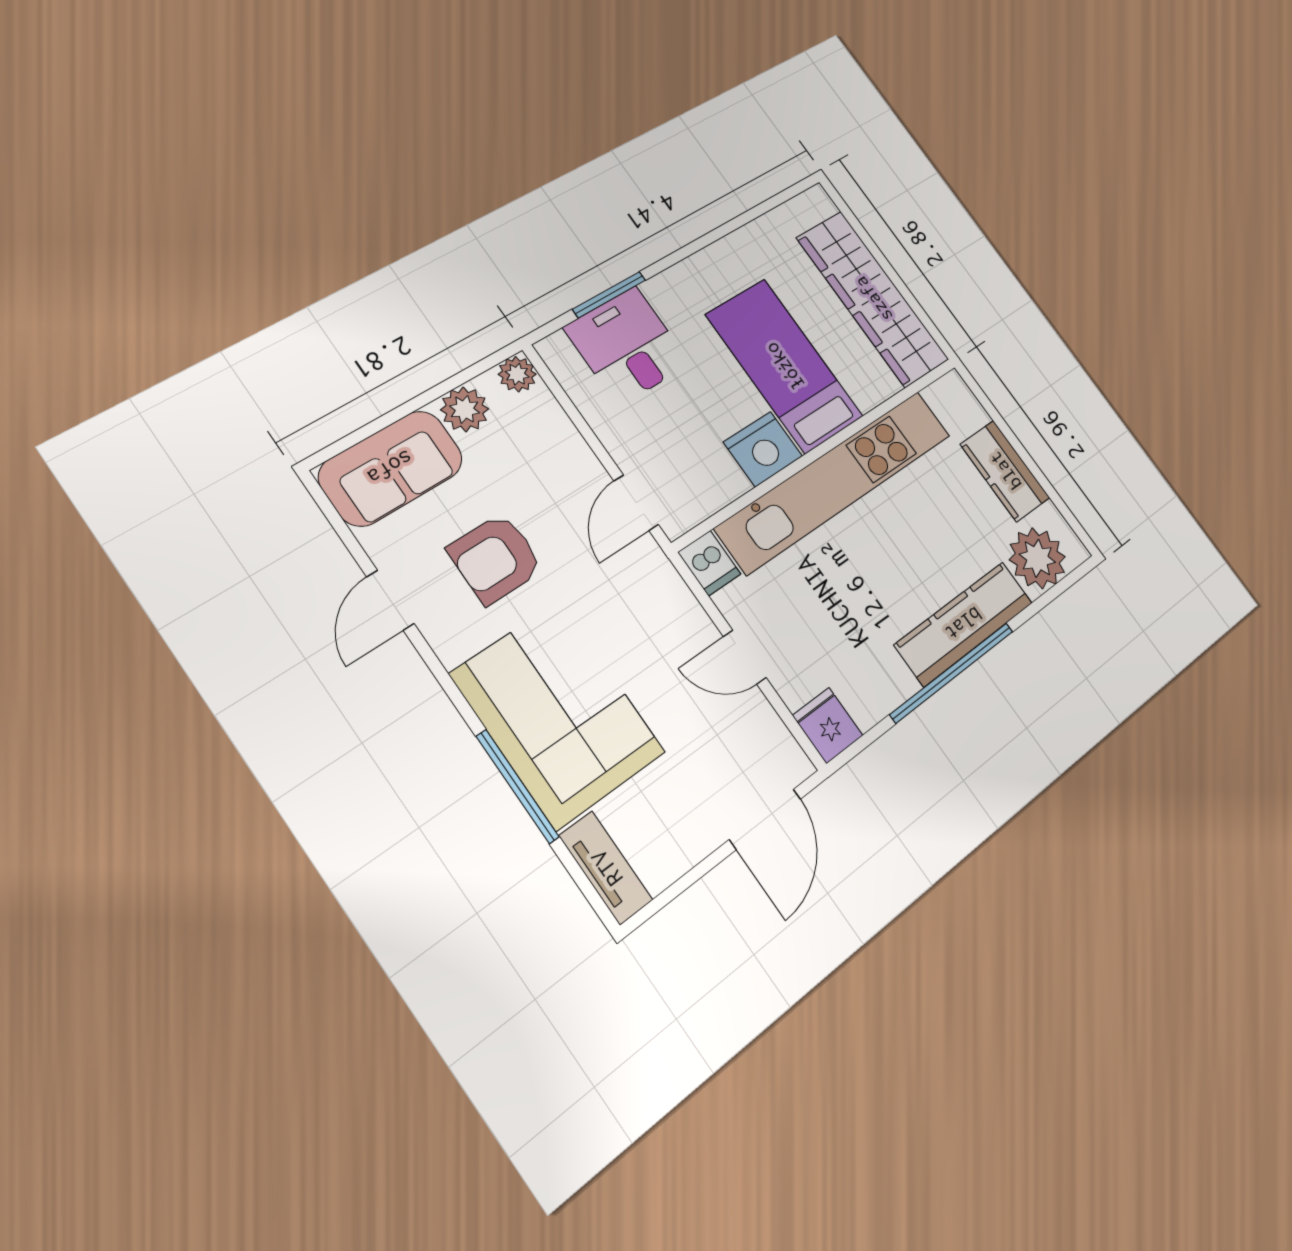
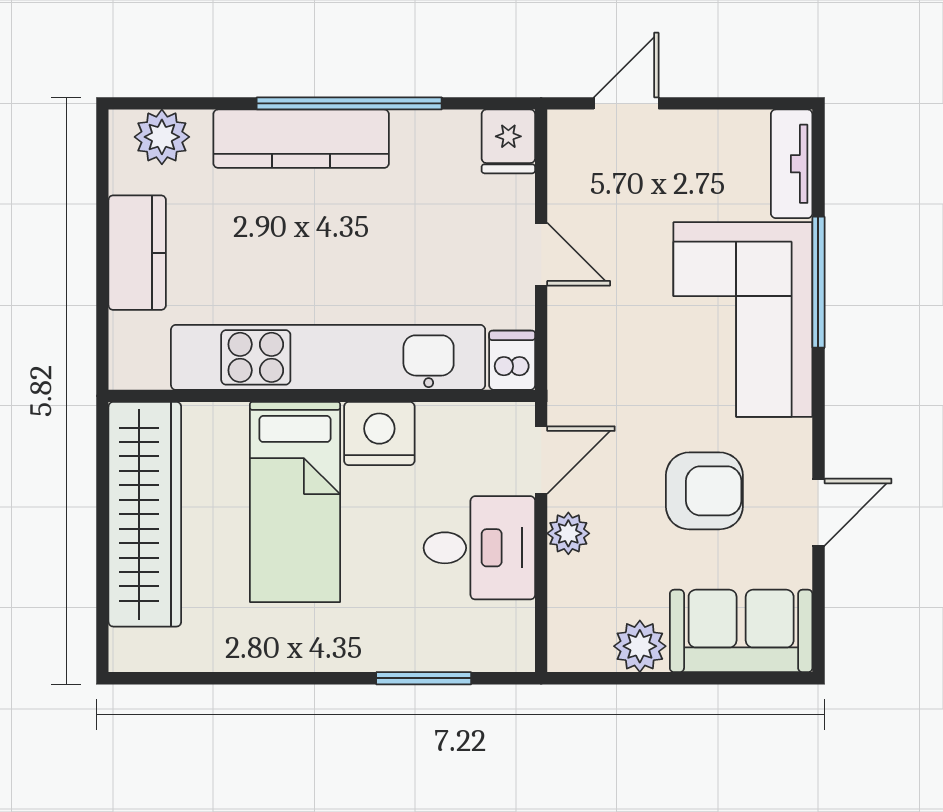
desk: (627, 346) -> (479, 548), moved, turned -90
plant: (517, 374) -> (568, 533), moved
plant: (1037, 558) -> (162, 137), width x0.73, depth x0.73
door: (765, 819) -> (626, 103), width x0.73

